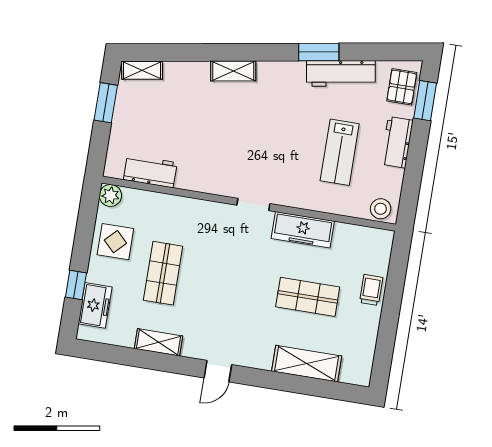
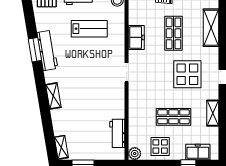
workbench: (341, 73) -> (47, 50), moved
freezer: (303, 230) -> (136, 37), width x0.71
display table: (233, 309) -> (187, 74), added

